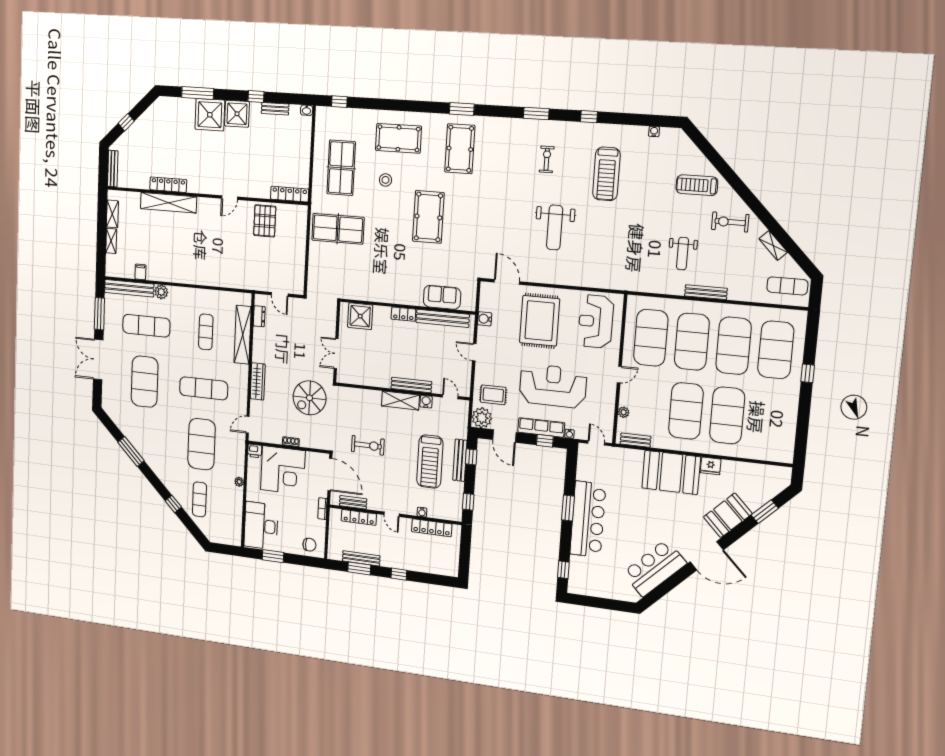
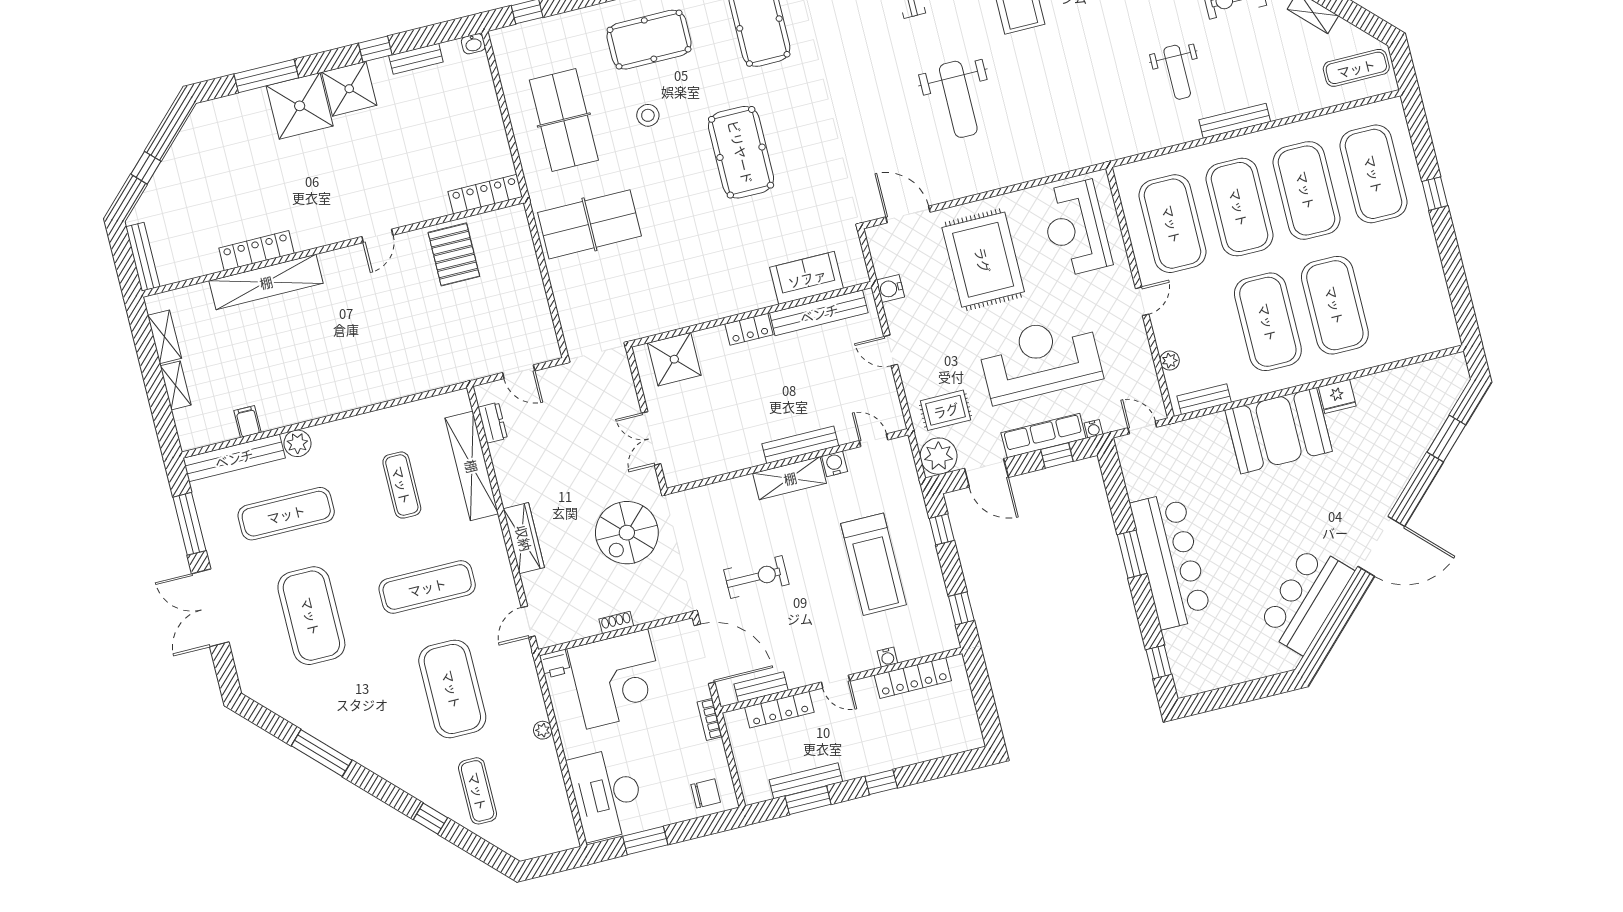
bench: (460, 460) -> (924, 542), removed
booth: (728, 515) -> (1391, 467), removed

